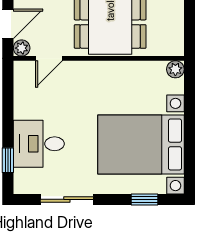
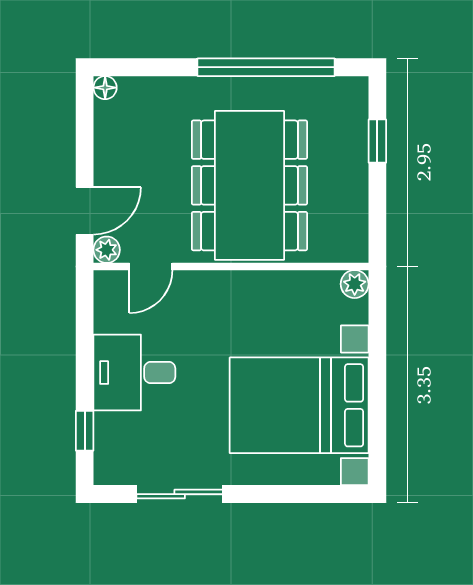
desk: (39, 144) -> (134, 373), moved
window: (144, 199) -> (305, 494), removed

